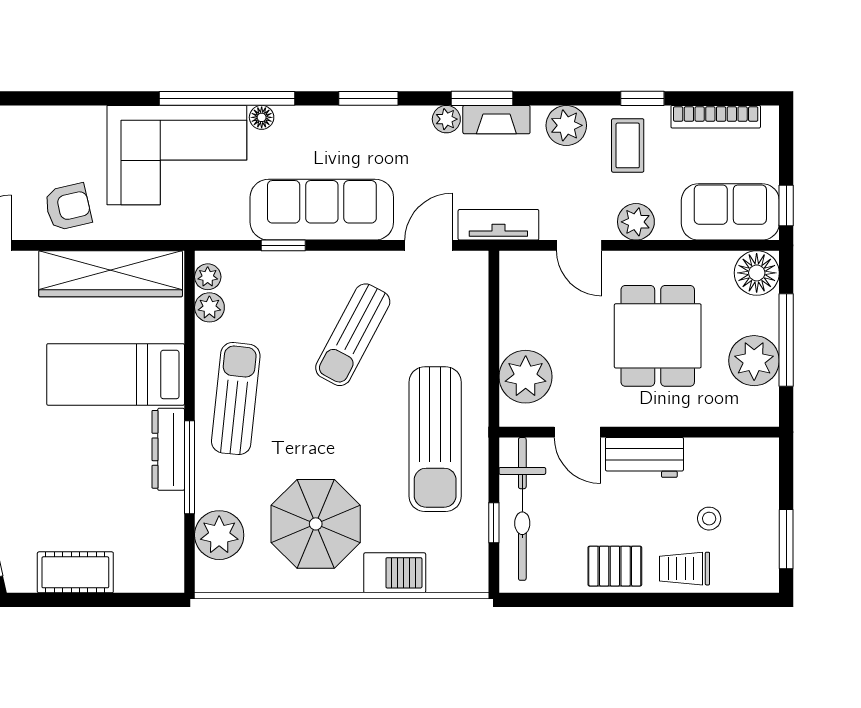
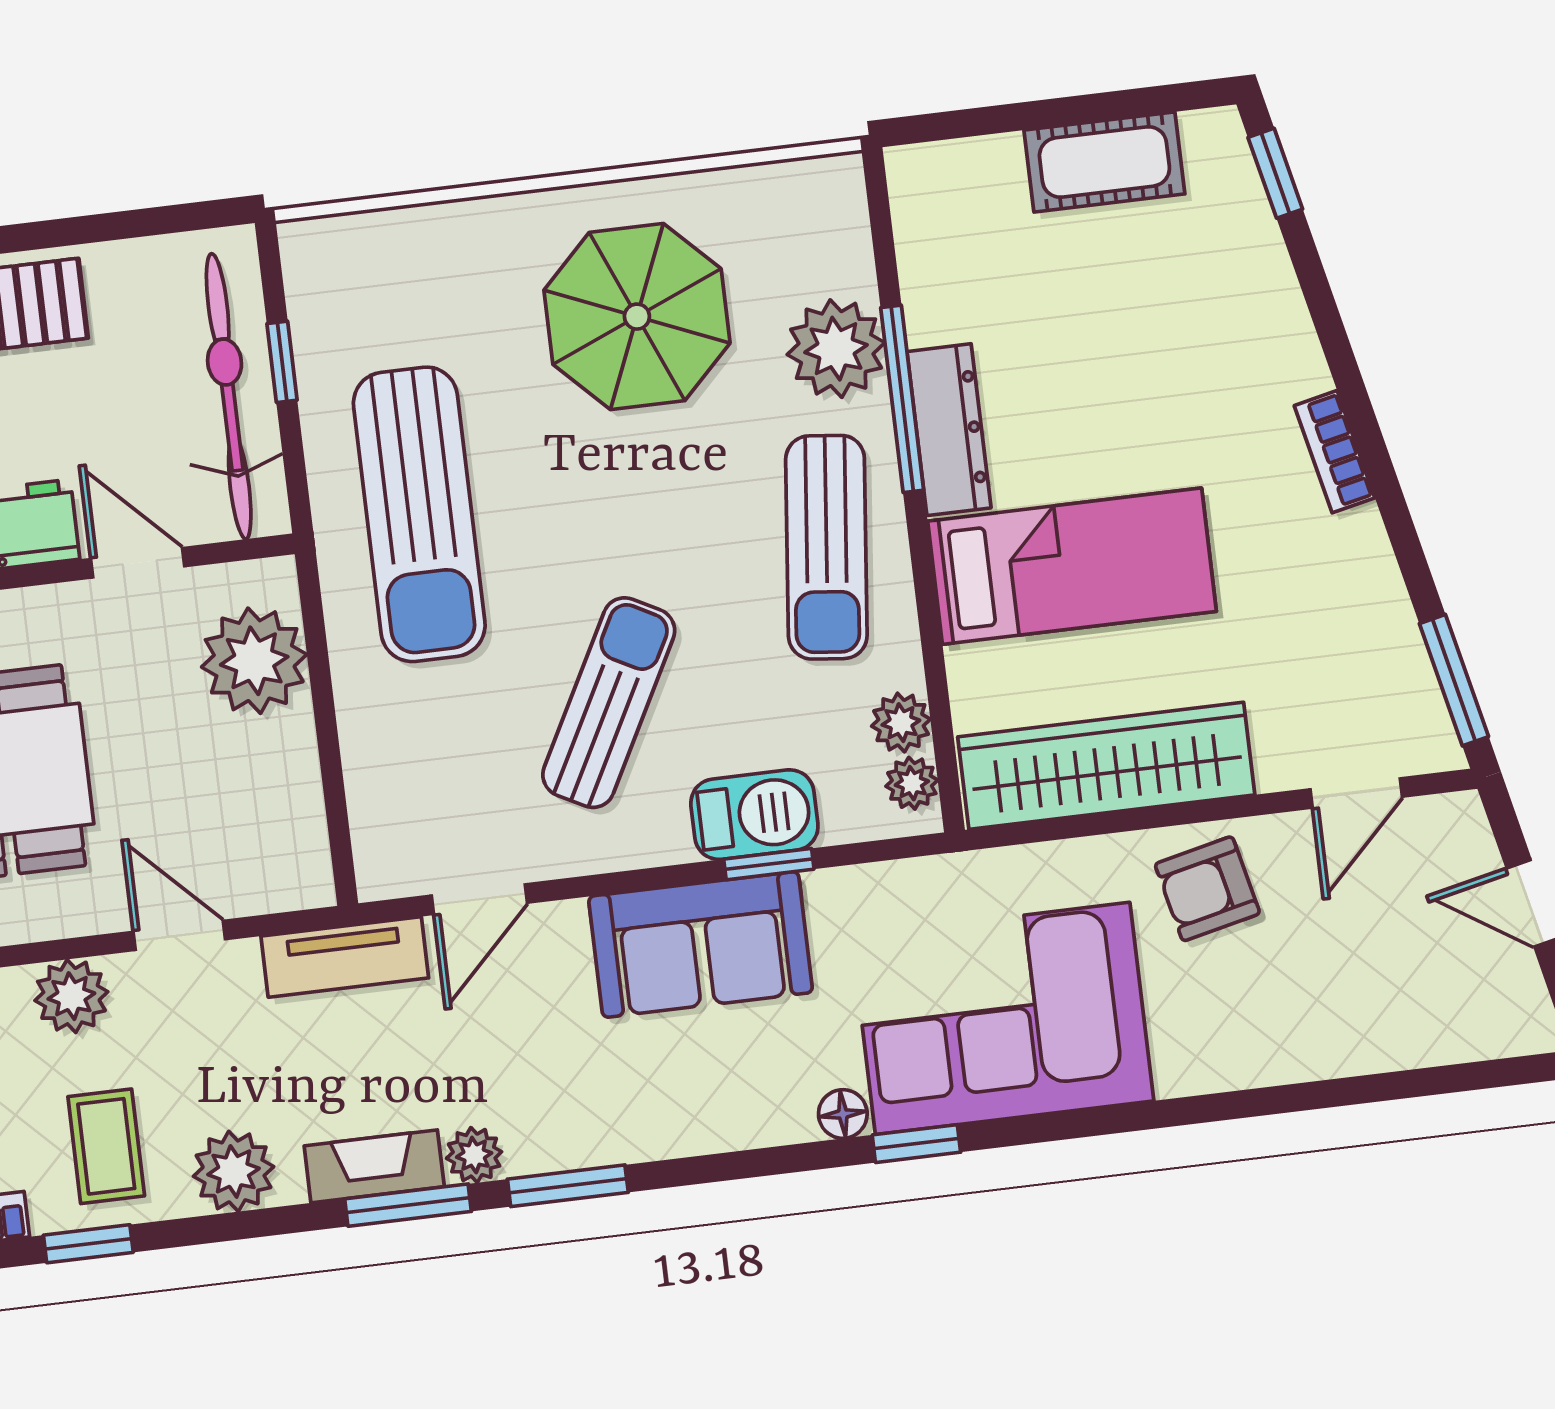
window: (227, 98) -> (916, 1144), width x0.32
window: (368, 98) -> (568, 1186), moved
sofa: (322, 210) -> (701, 944), width x0.73
sun lounger: (435, 439) -> (419, 514), turned 180
plant: (219, 535) -> (836, 349), moved
barbecue: (395, 573) -> (754, 815), moved, turned 180

